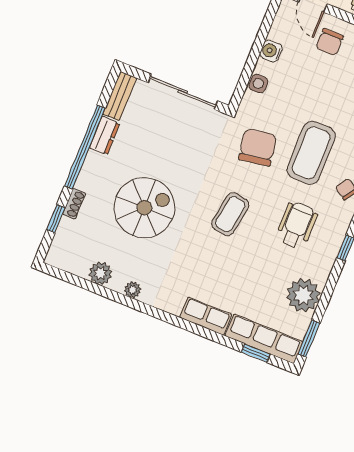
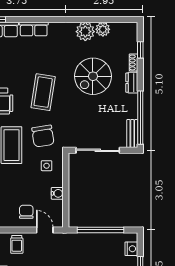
side table: (258, 84) -> (47, 166), moved
dresser: (105, 136) -> (132, 83), moved
window: (85, 147) -> (140, 118), moved
coffee table: (230, 214) -> (43, 92), width x1.36, depth x1.32
plant: (133, 290) -> (85, 32), width x1.87, depth x1.87

